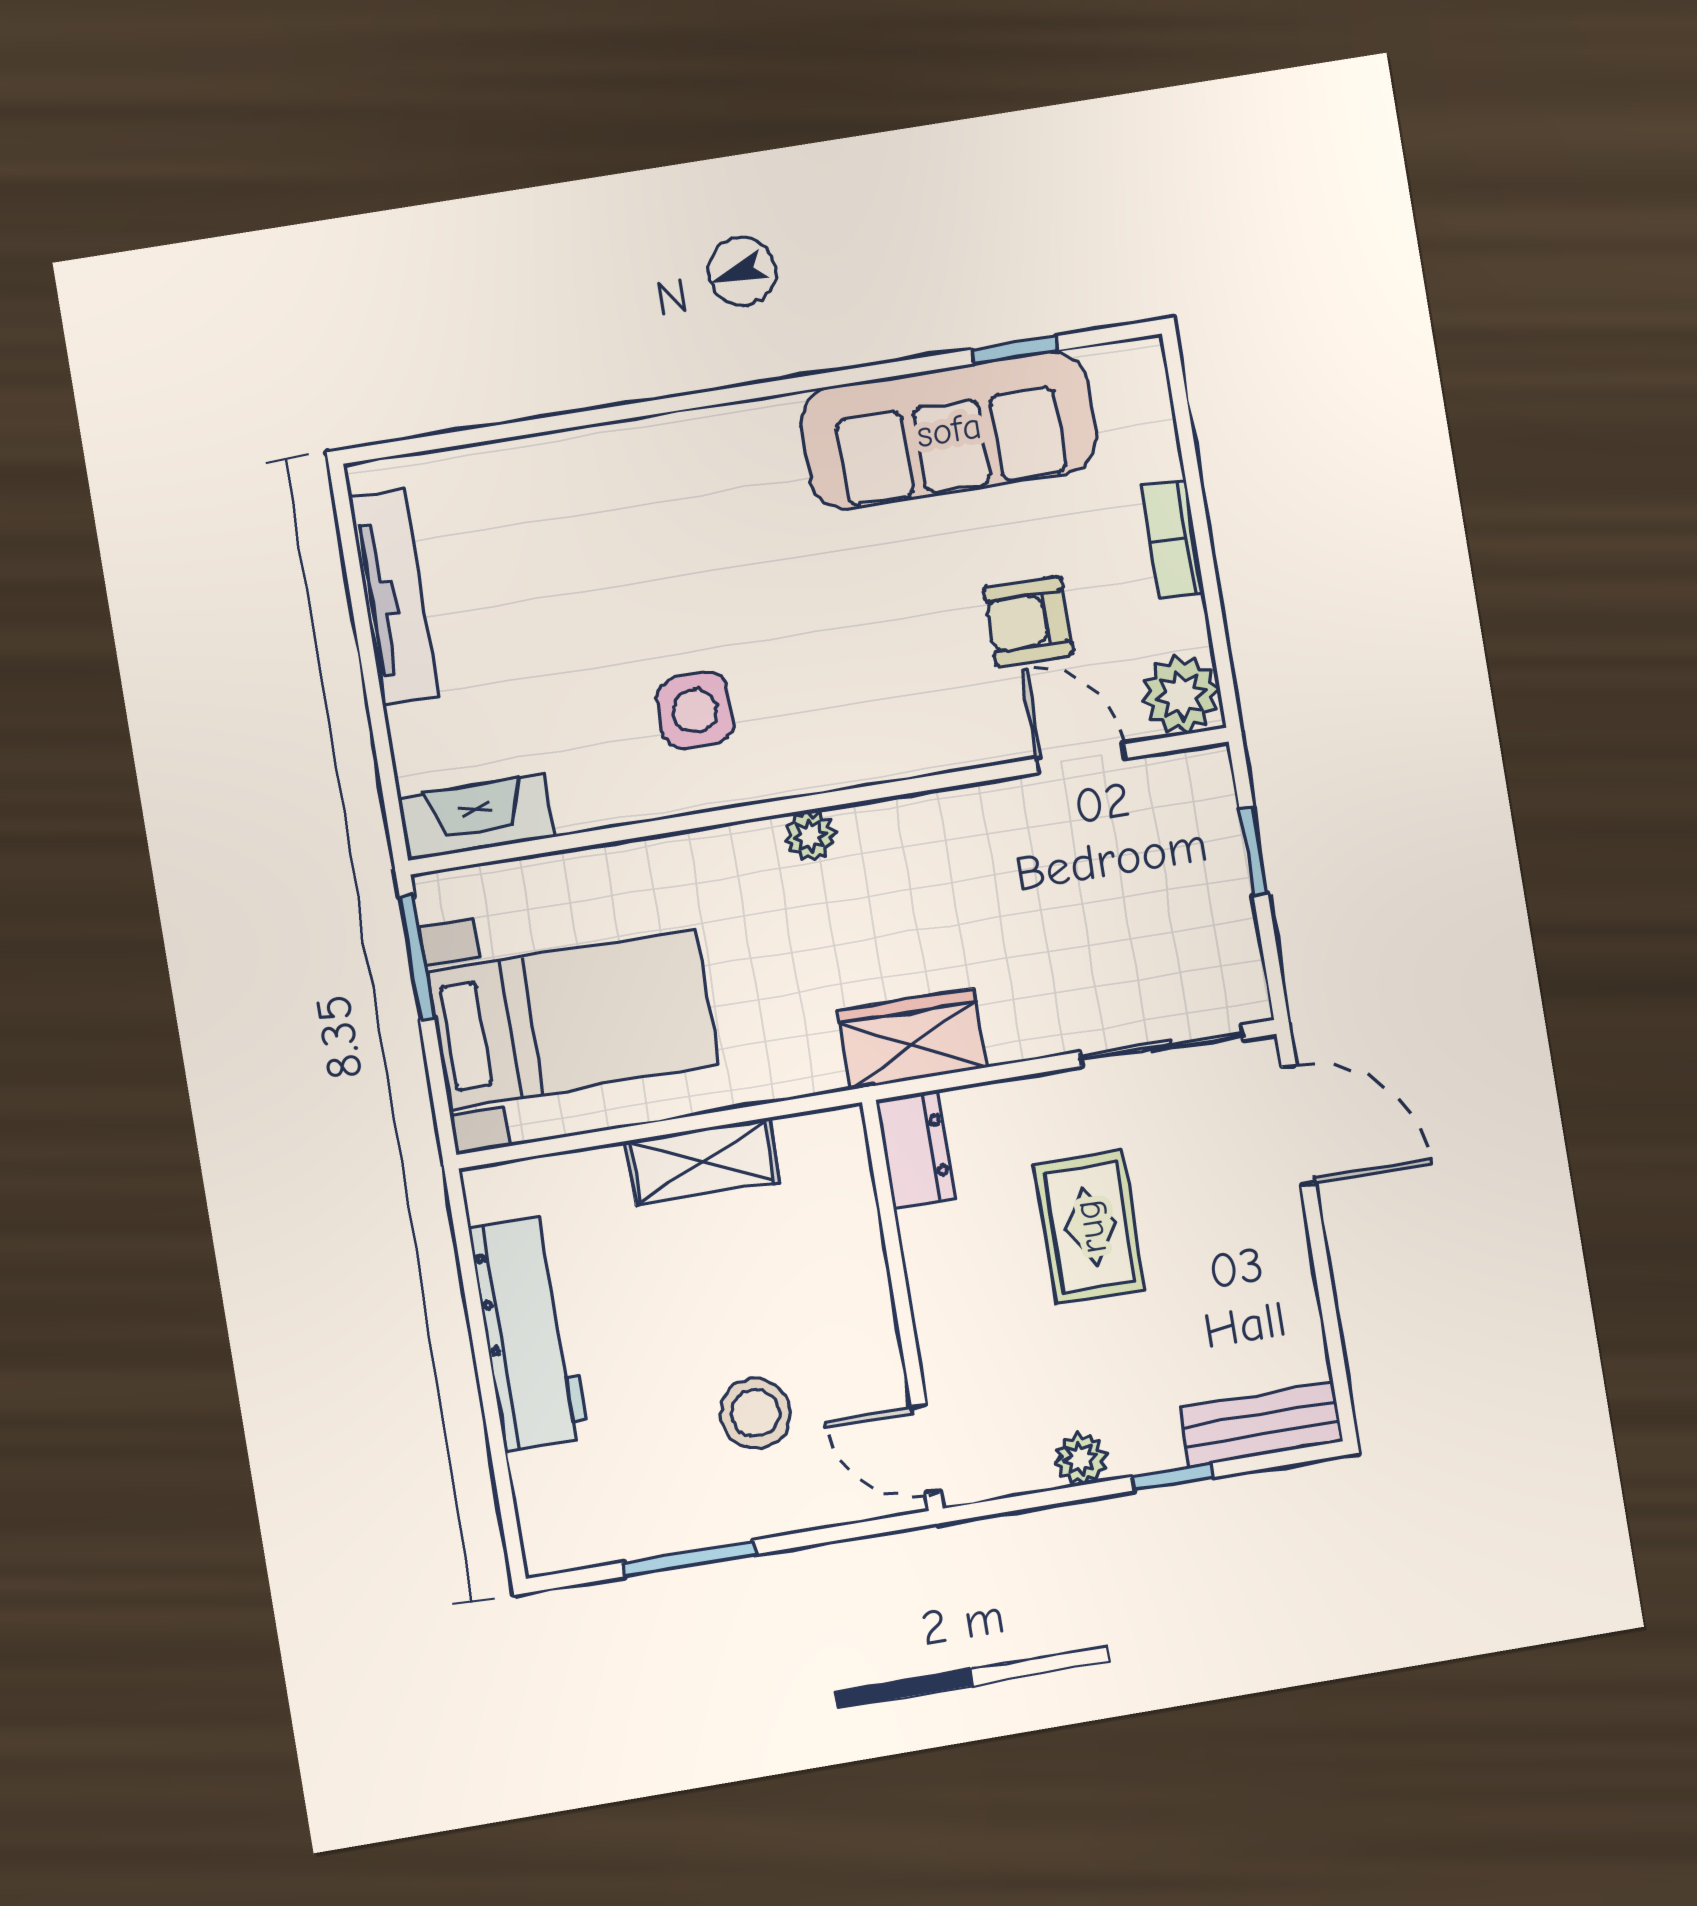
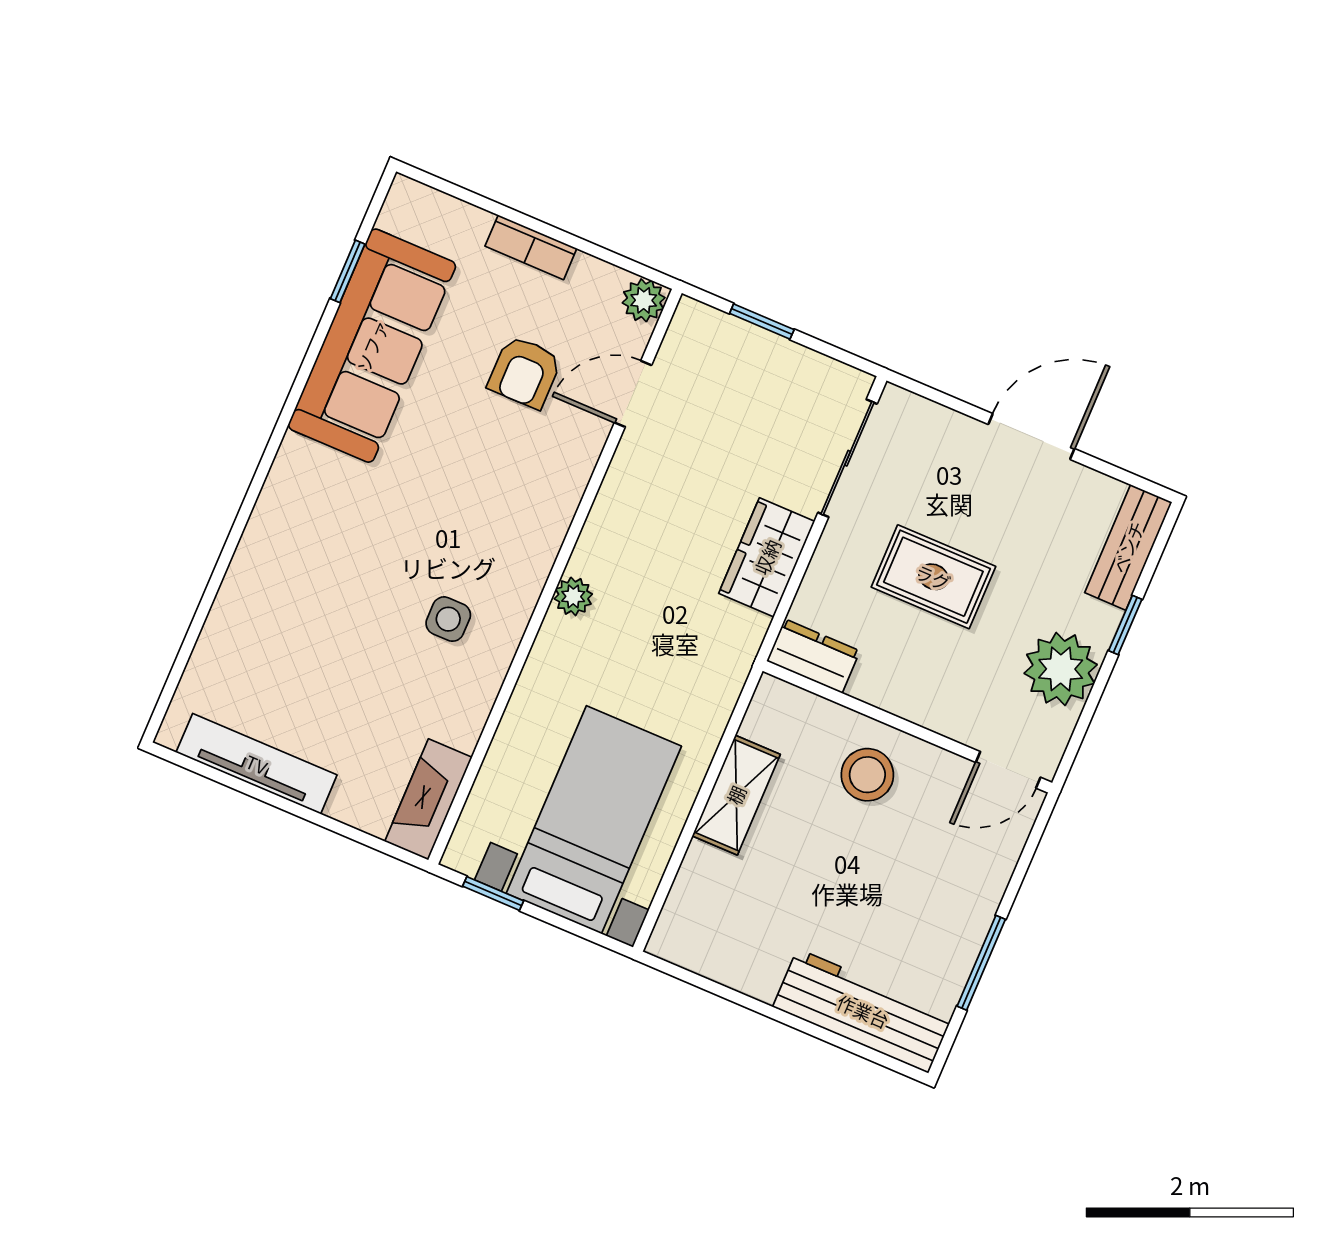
plant: (1181, 695) -> (644, 300), width x0.73, depth x0.73
side table: (695, 711) -> (448, 619), width x0.73, depth x0.73
window: (417, 958) -> (493, 893), width x0.67
wardrobe: (912, 1039) -> (767, 557), moved
door: (1298, 1126) -> (1031, 436), moved
workbench: (529, 1333) -> (863, 1011), moved
stool: (755, 1413) -> (867, 775), moved
plant: (1081, 1459) -> (1061, 669), width x1.88, depth x1.88

